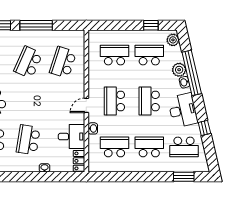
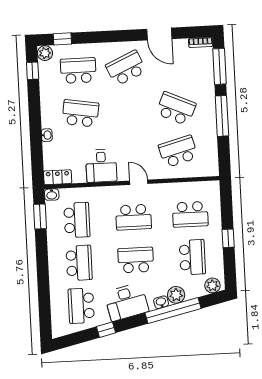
window: (151, 25) -> (228, 238), moved
school desk: (114, 55) -> (190, 214), turned 90
school desk: (63, 62) -> (178, 151), turned -33
school desk: (114, 101) -> (134, 217), turned 180
door: (86, 105) -> (139, 182), moved
washbasin: (93, 128) -> (52, 195), moved
desk: (72, 137) -> (101, 166), moved
window: (184, 177) -> (40, 217), moved

